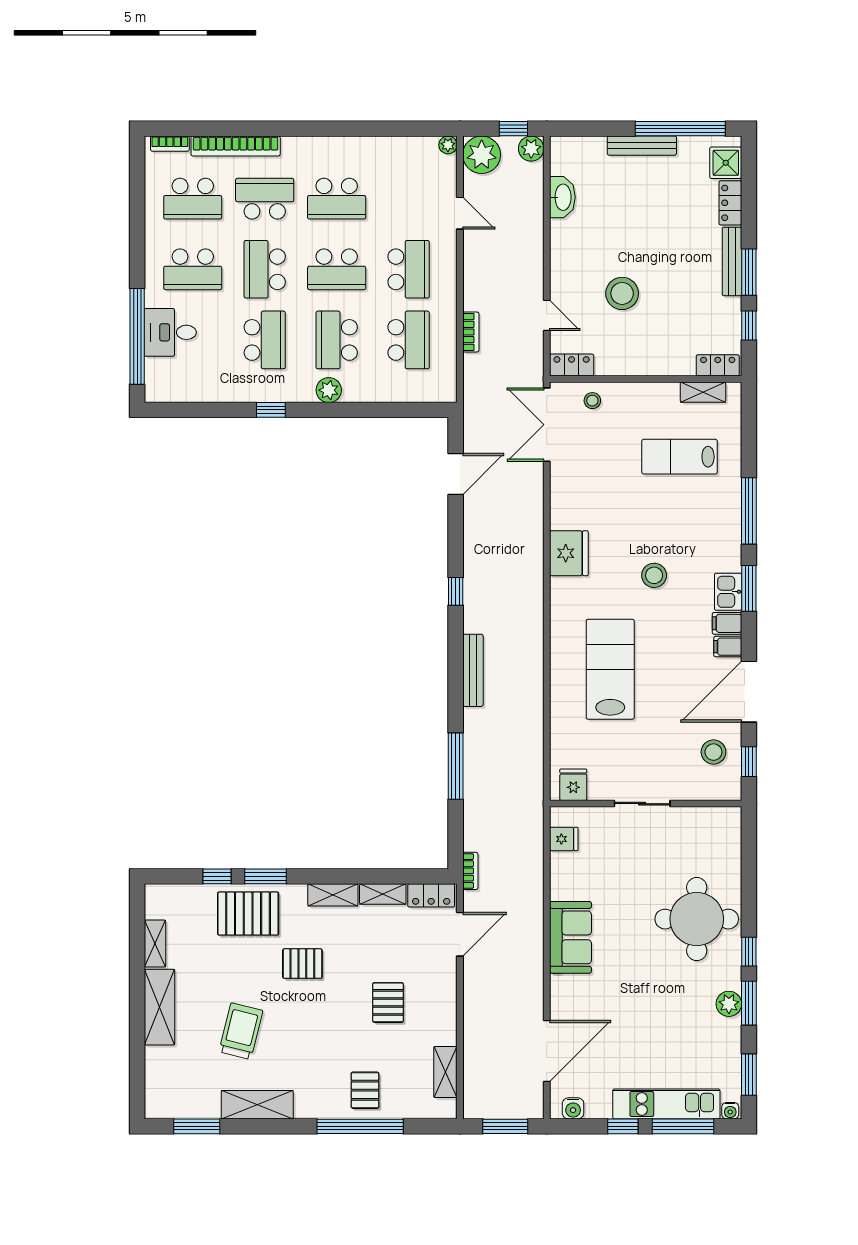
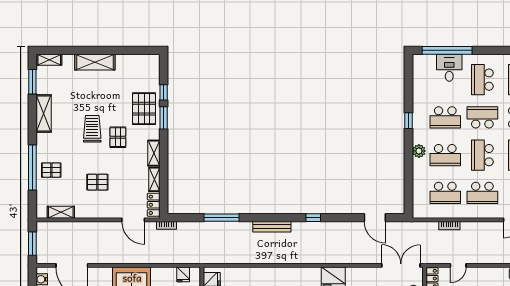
school desk: (337, 340) -> (445, 155), turned 180
shelving: (155, 944) -> (49, 60), moved
trolley: (241, 1031) -> (92, 129), moved, turned -104

